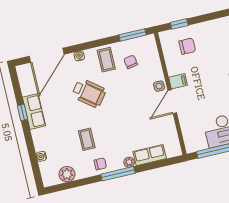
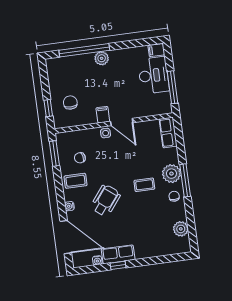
coffee table: (87, 139) -> (144, 185), moved
row of seats: (150, 155) -> (168, 133), moved
water cooler: (41, 156) -> (97, 260), moved
plant: (129, 162) -> (171, 174), width x1.88, depth x1.88

